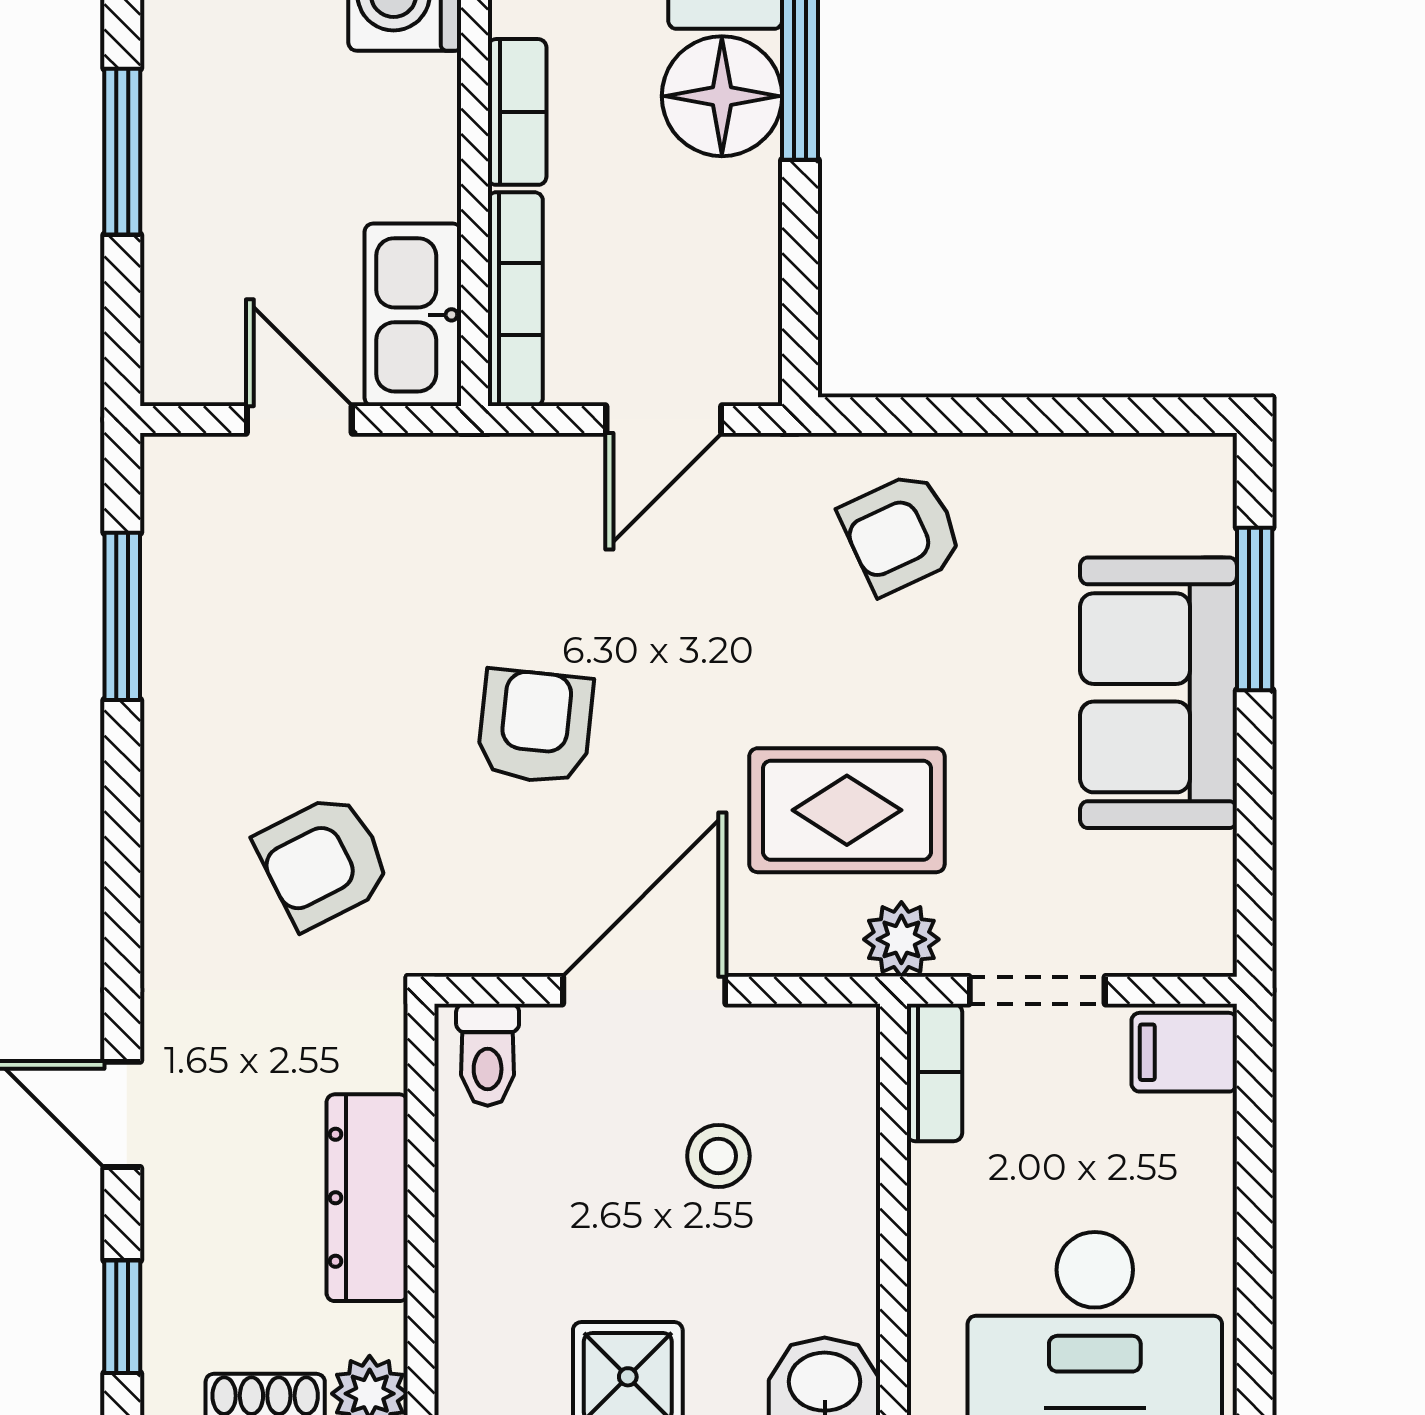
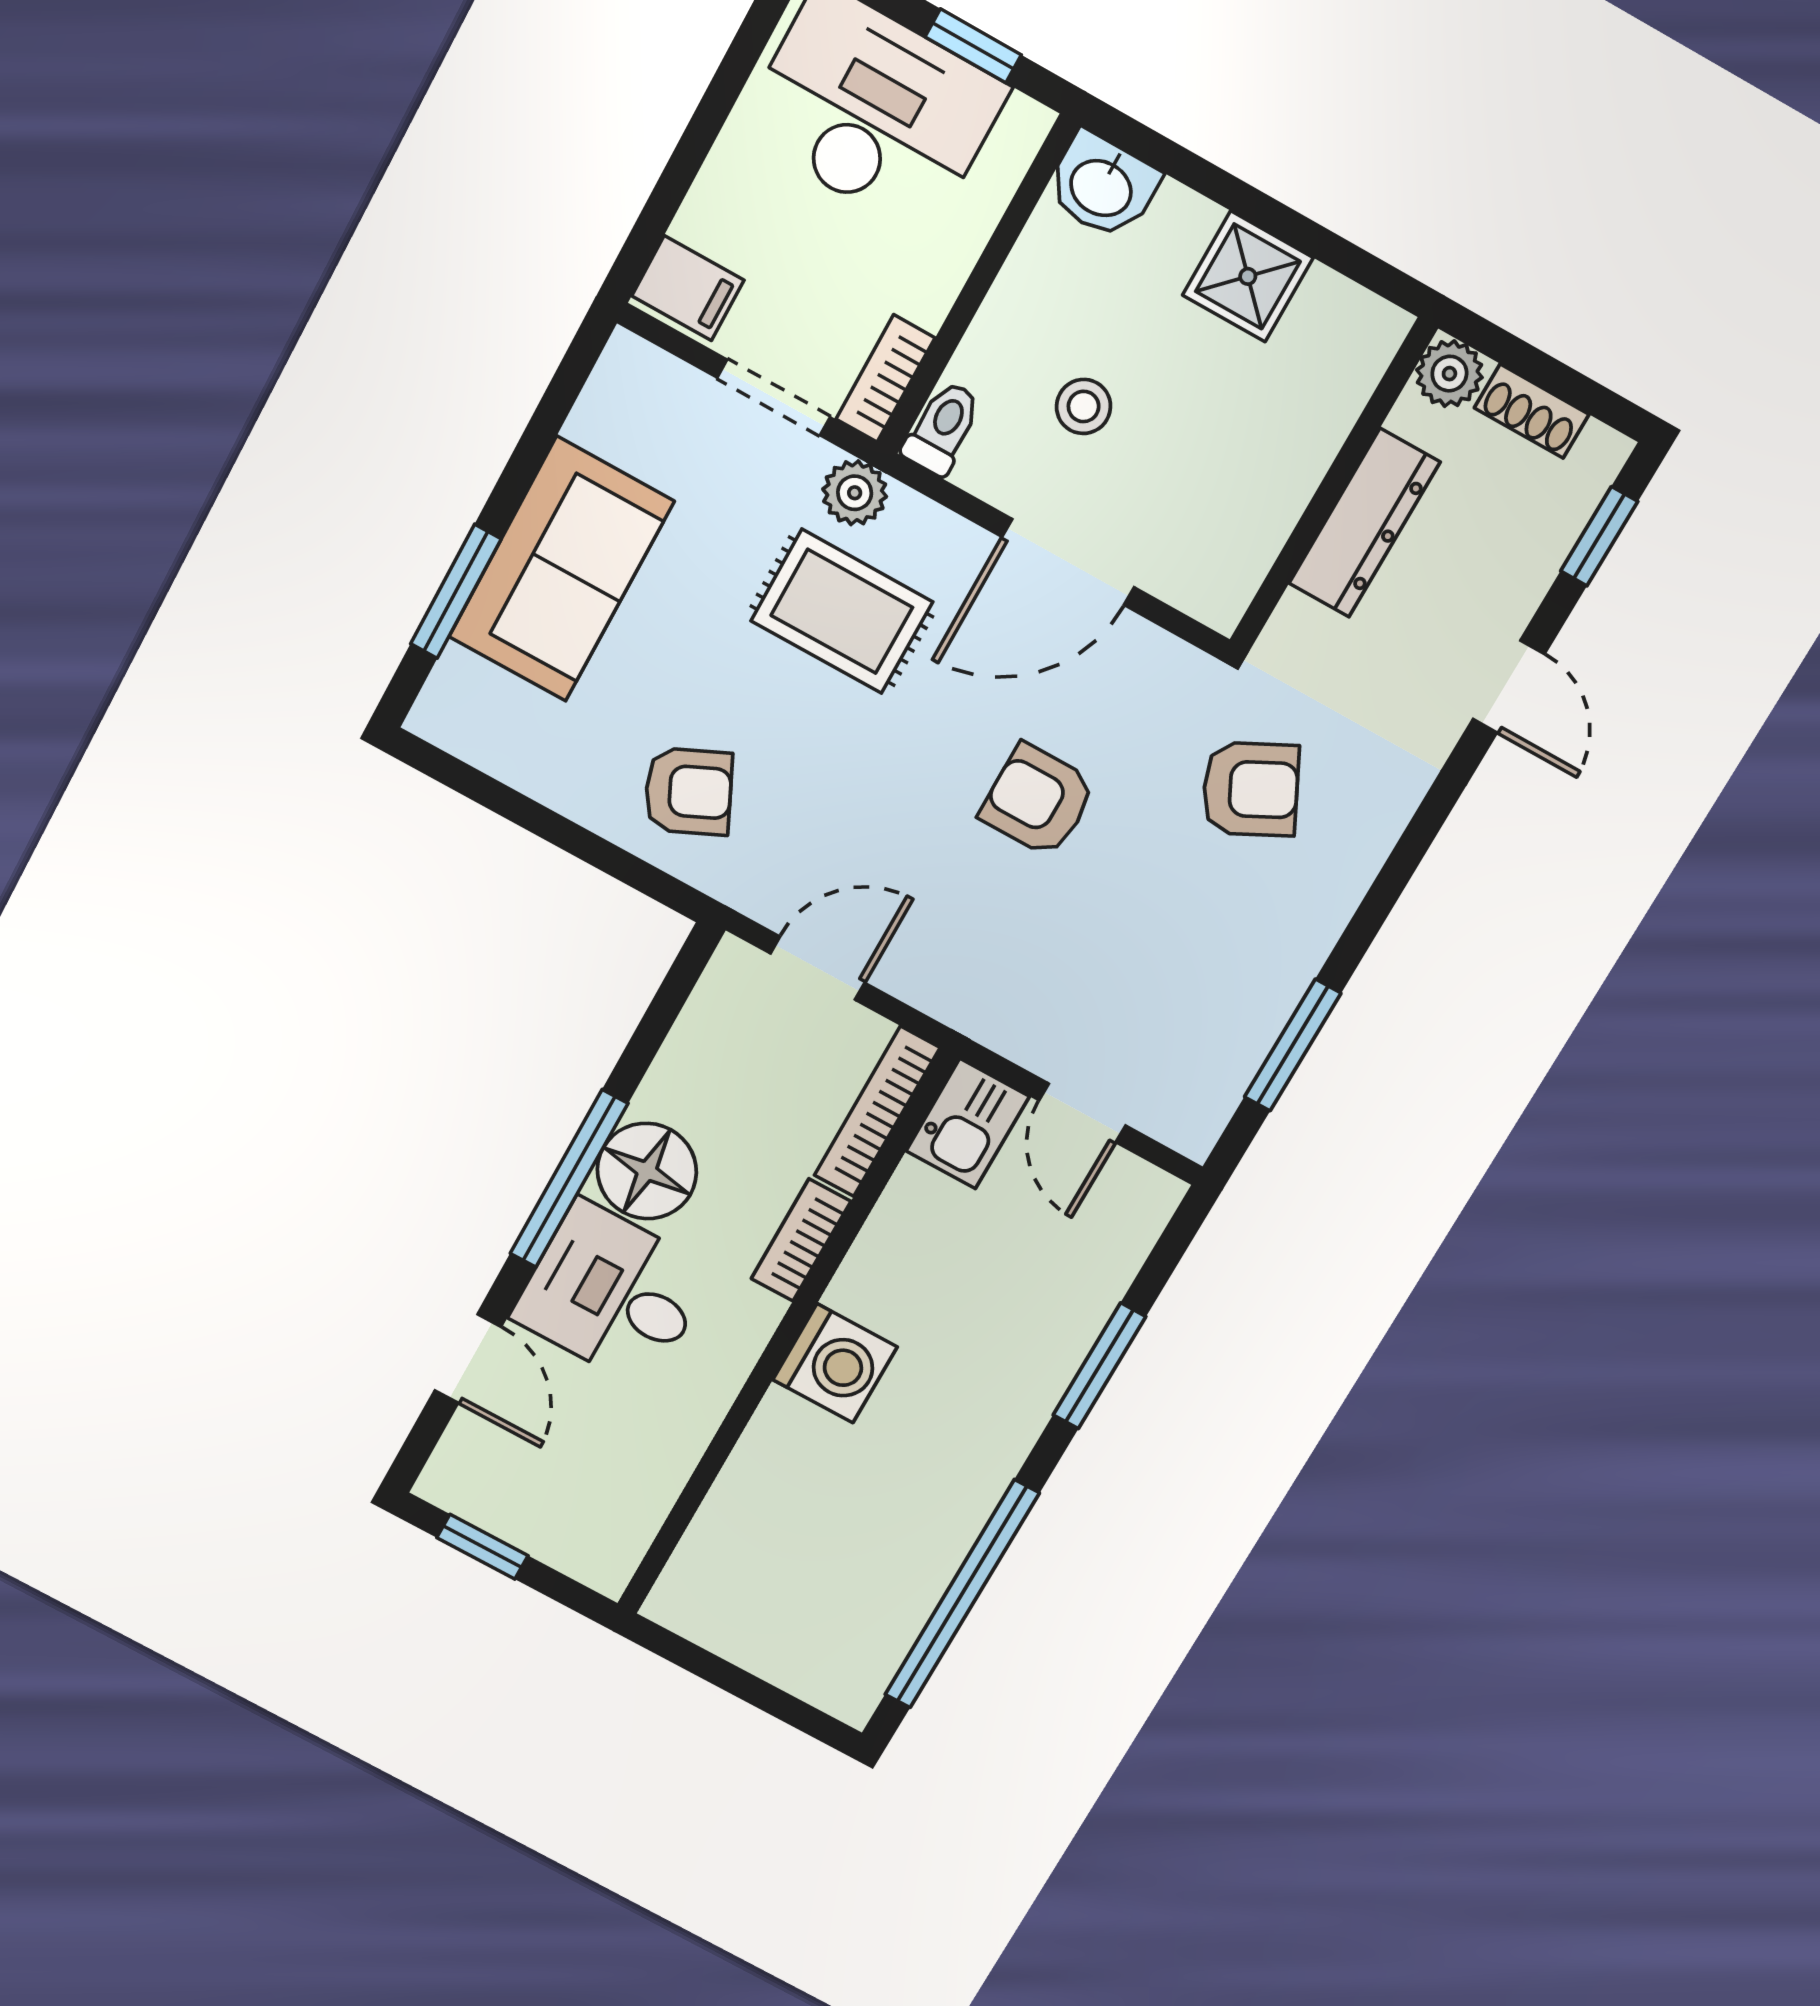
kitchen sink: (413, 315) -> (968, 1124), width x0.73
armchair: (535, 727) -> (1038, 800), turned 84
toilet: (488, 1055) -> (942, 428), moved

